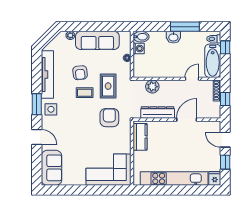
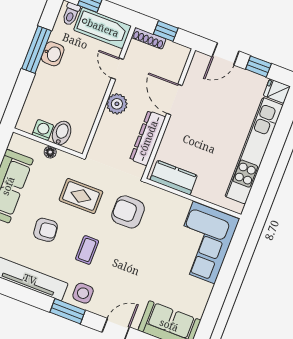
bidet: (141, 37) -> (62, 133), moved
washbasin: (173, 37) -> (53, 54), moved
plant: (152, 87) -> (117, 104), moved
coffee table: (85, 93) -> (87, 250), moved

